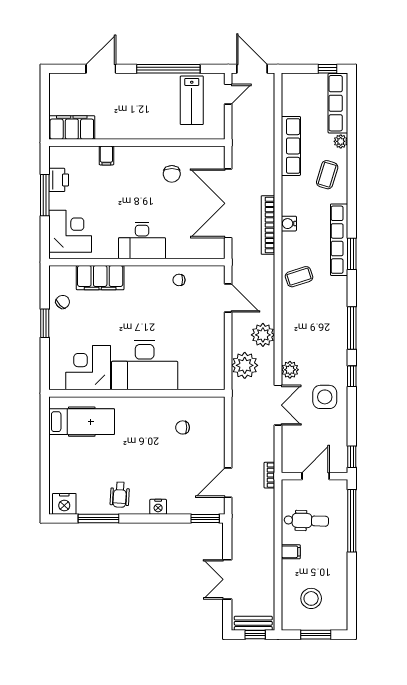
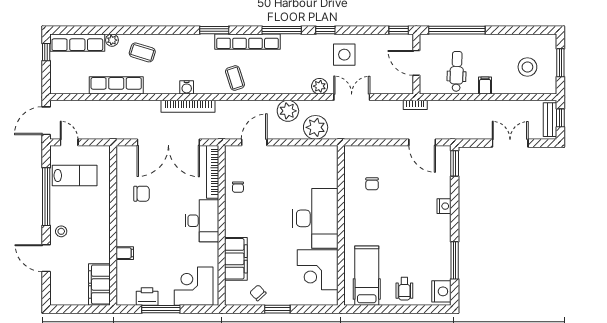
stool: (130, 86) -> (61, 231), added
row of seats: (339, 240) -> (247, 42), moved
bookcase: (196, 252) -> (213, 172), added
wheelchair: (120, 495) -> (404, 289), moved, turned 87
double door: (227, 579) -> (510, 143), swing flipped

